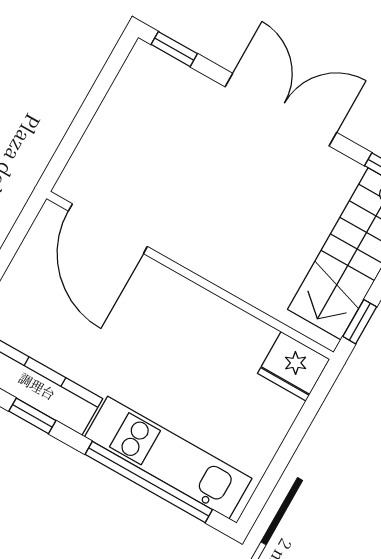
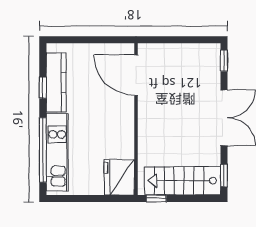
door: (108, 229) -> (136, 75), hinge flipped
fridge: (294, 366) -> (119, 177), width x1.36, depth x1.34

